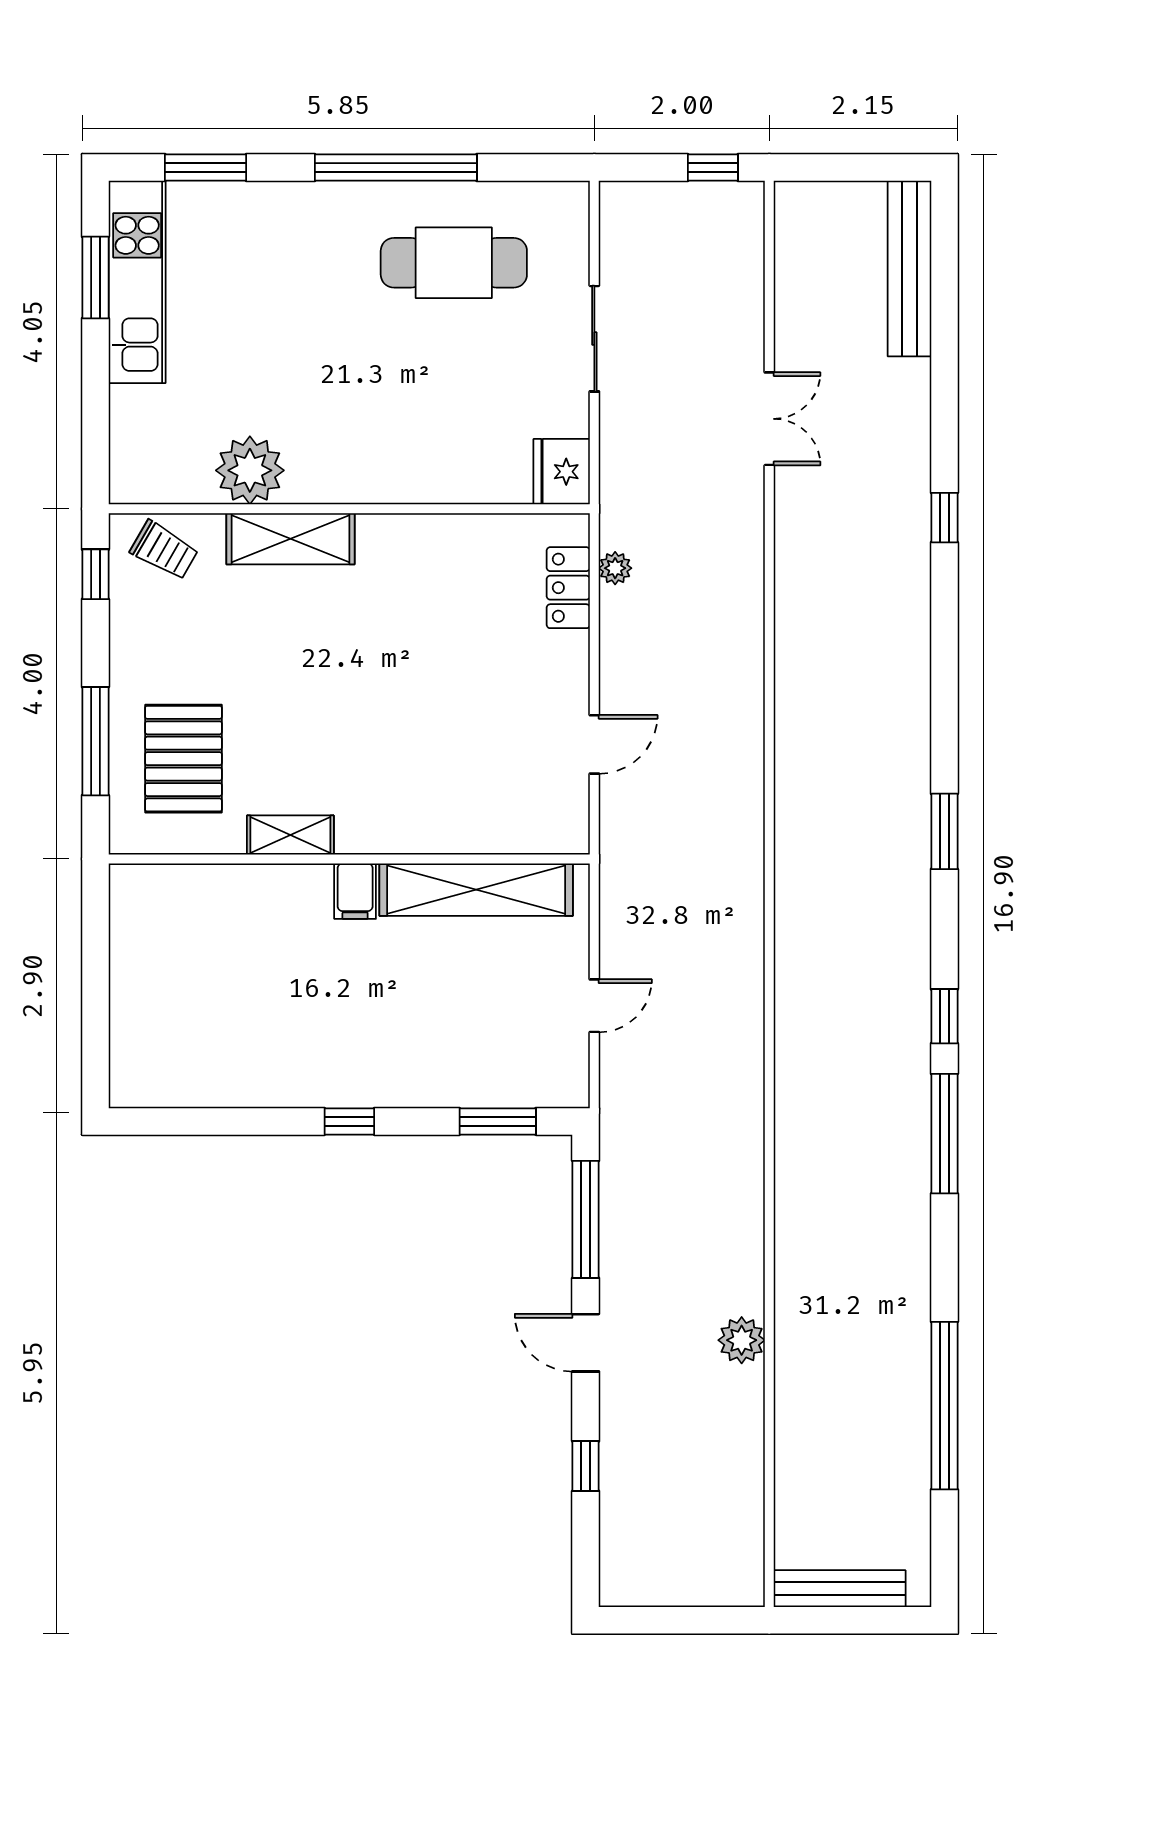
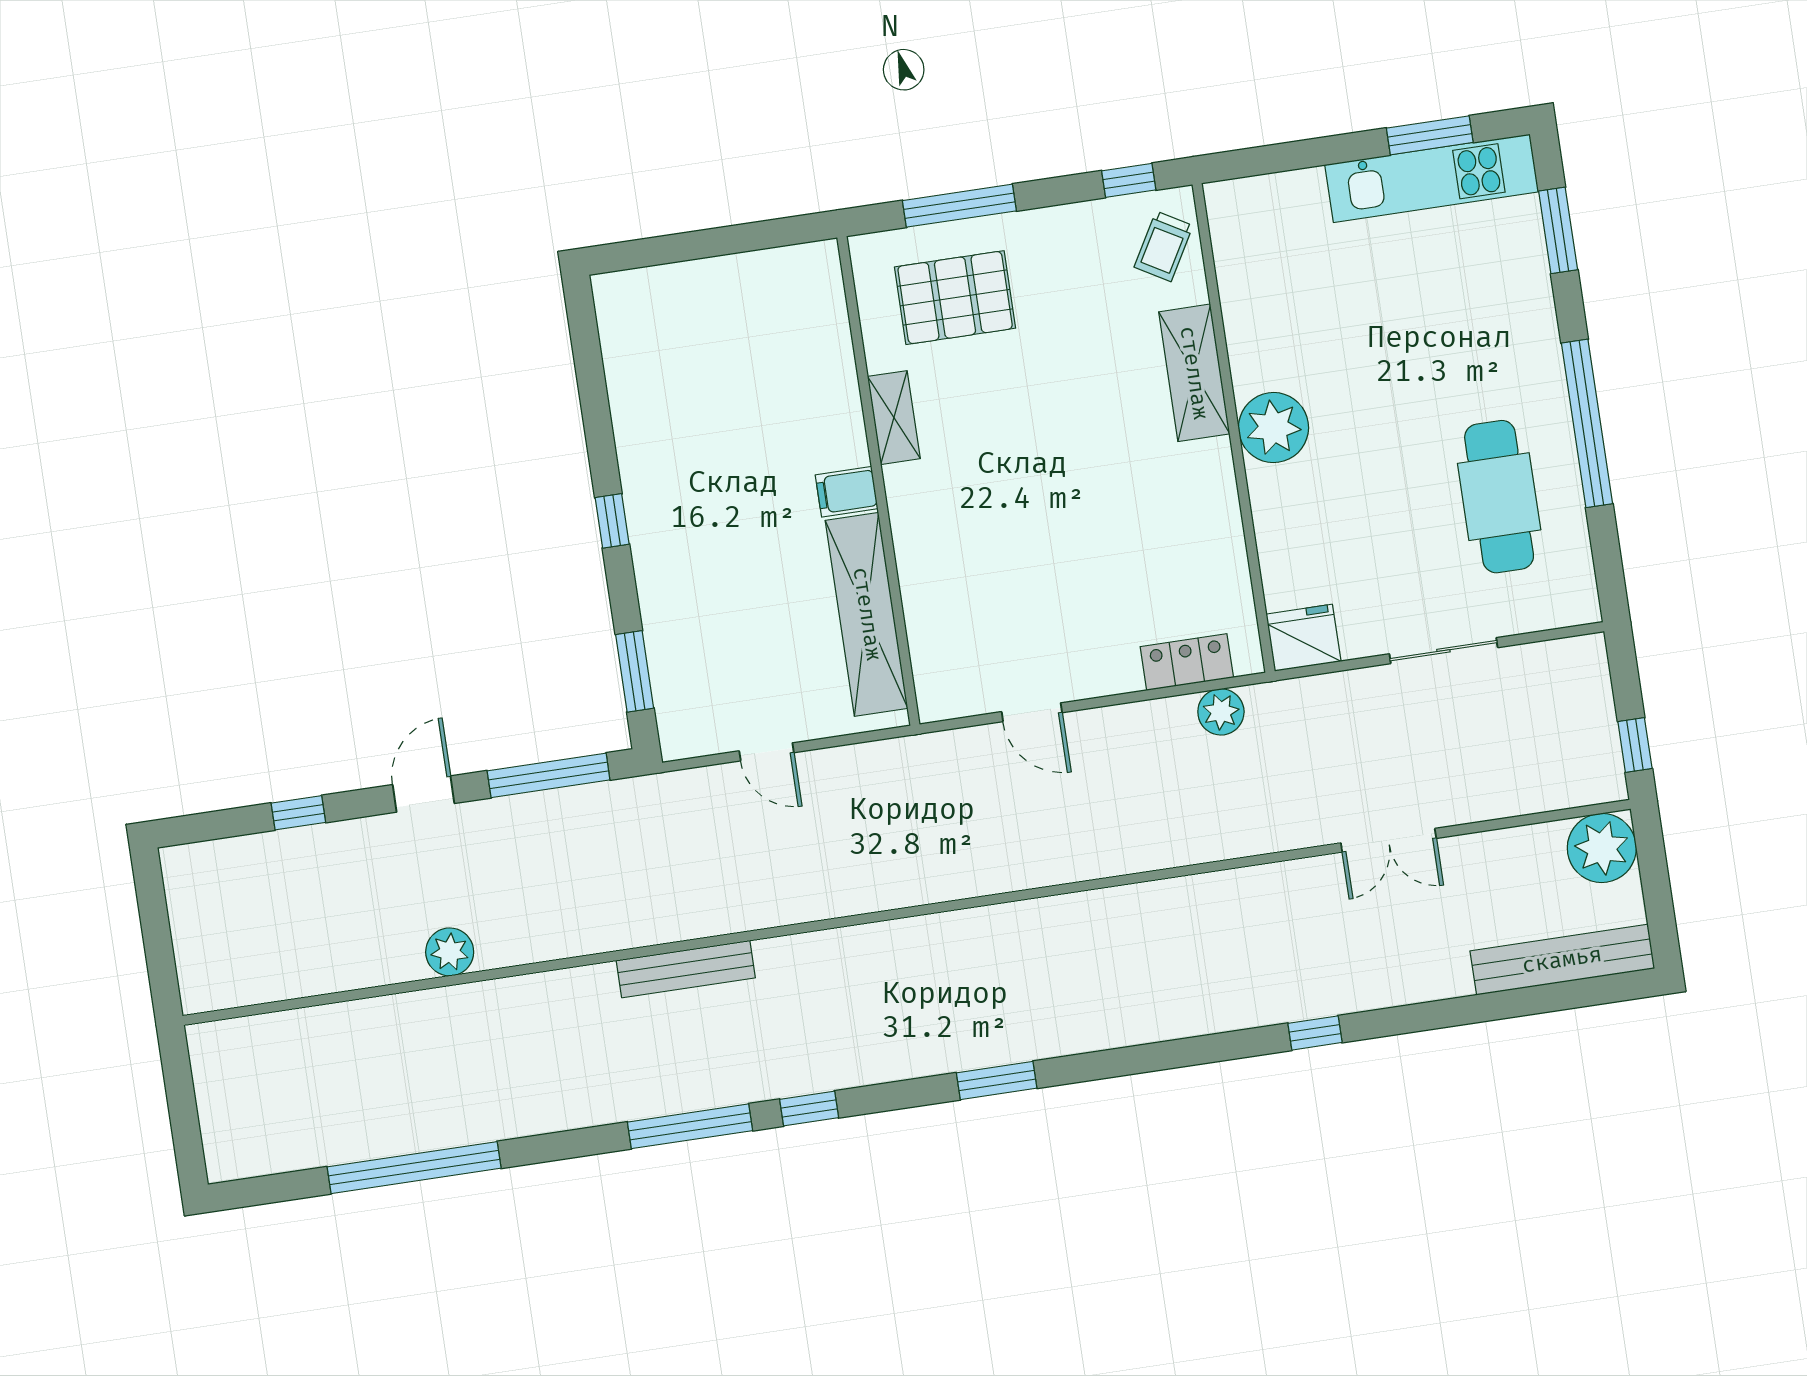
plant: (807, 214) -> (1602, 848), added
plant: (250, 470) -> (1274, 428), moved
plant: (615, 568) -> (1221, 712), width x1.38, depth x1.38
bench: (840, 1589) -> (686, 969), moved, turned 90

